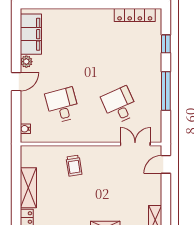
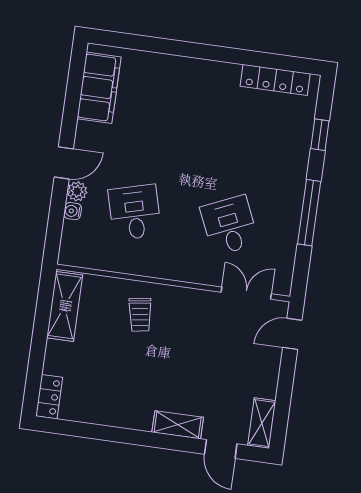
plant: (26, 62) -> (77, 191), moved
water cooler: (25, 129) -> (73, 211), moved
shelving: (28, 188) -> (65, 306), moved

